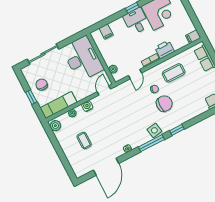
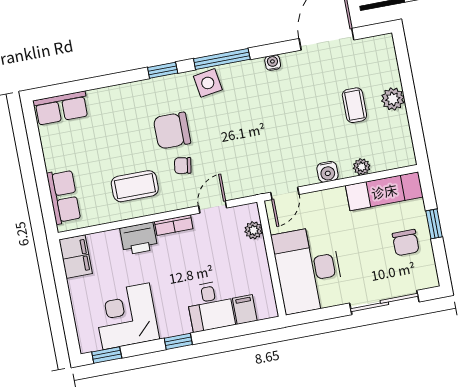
desk: (136, 21) -> (210, 306), moved
filing cabinet: (193, 37) -> (76, 257), width x2.00
plant: (55, 126) -> (393, 99), moved

